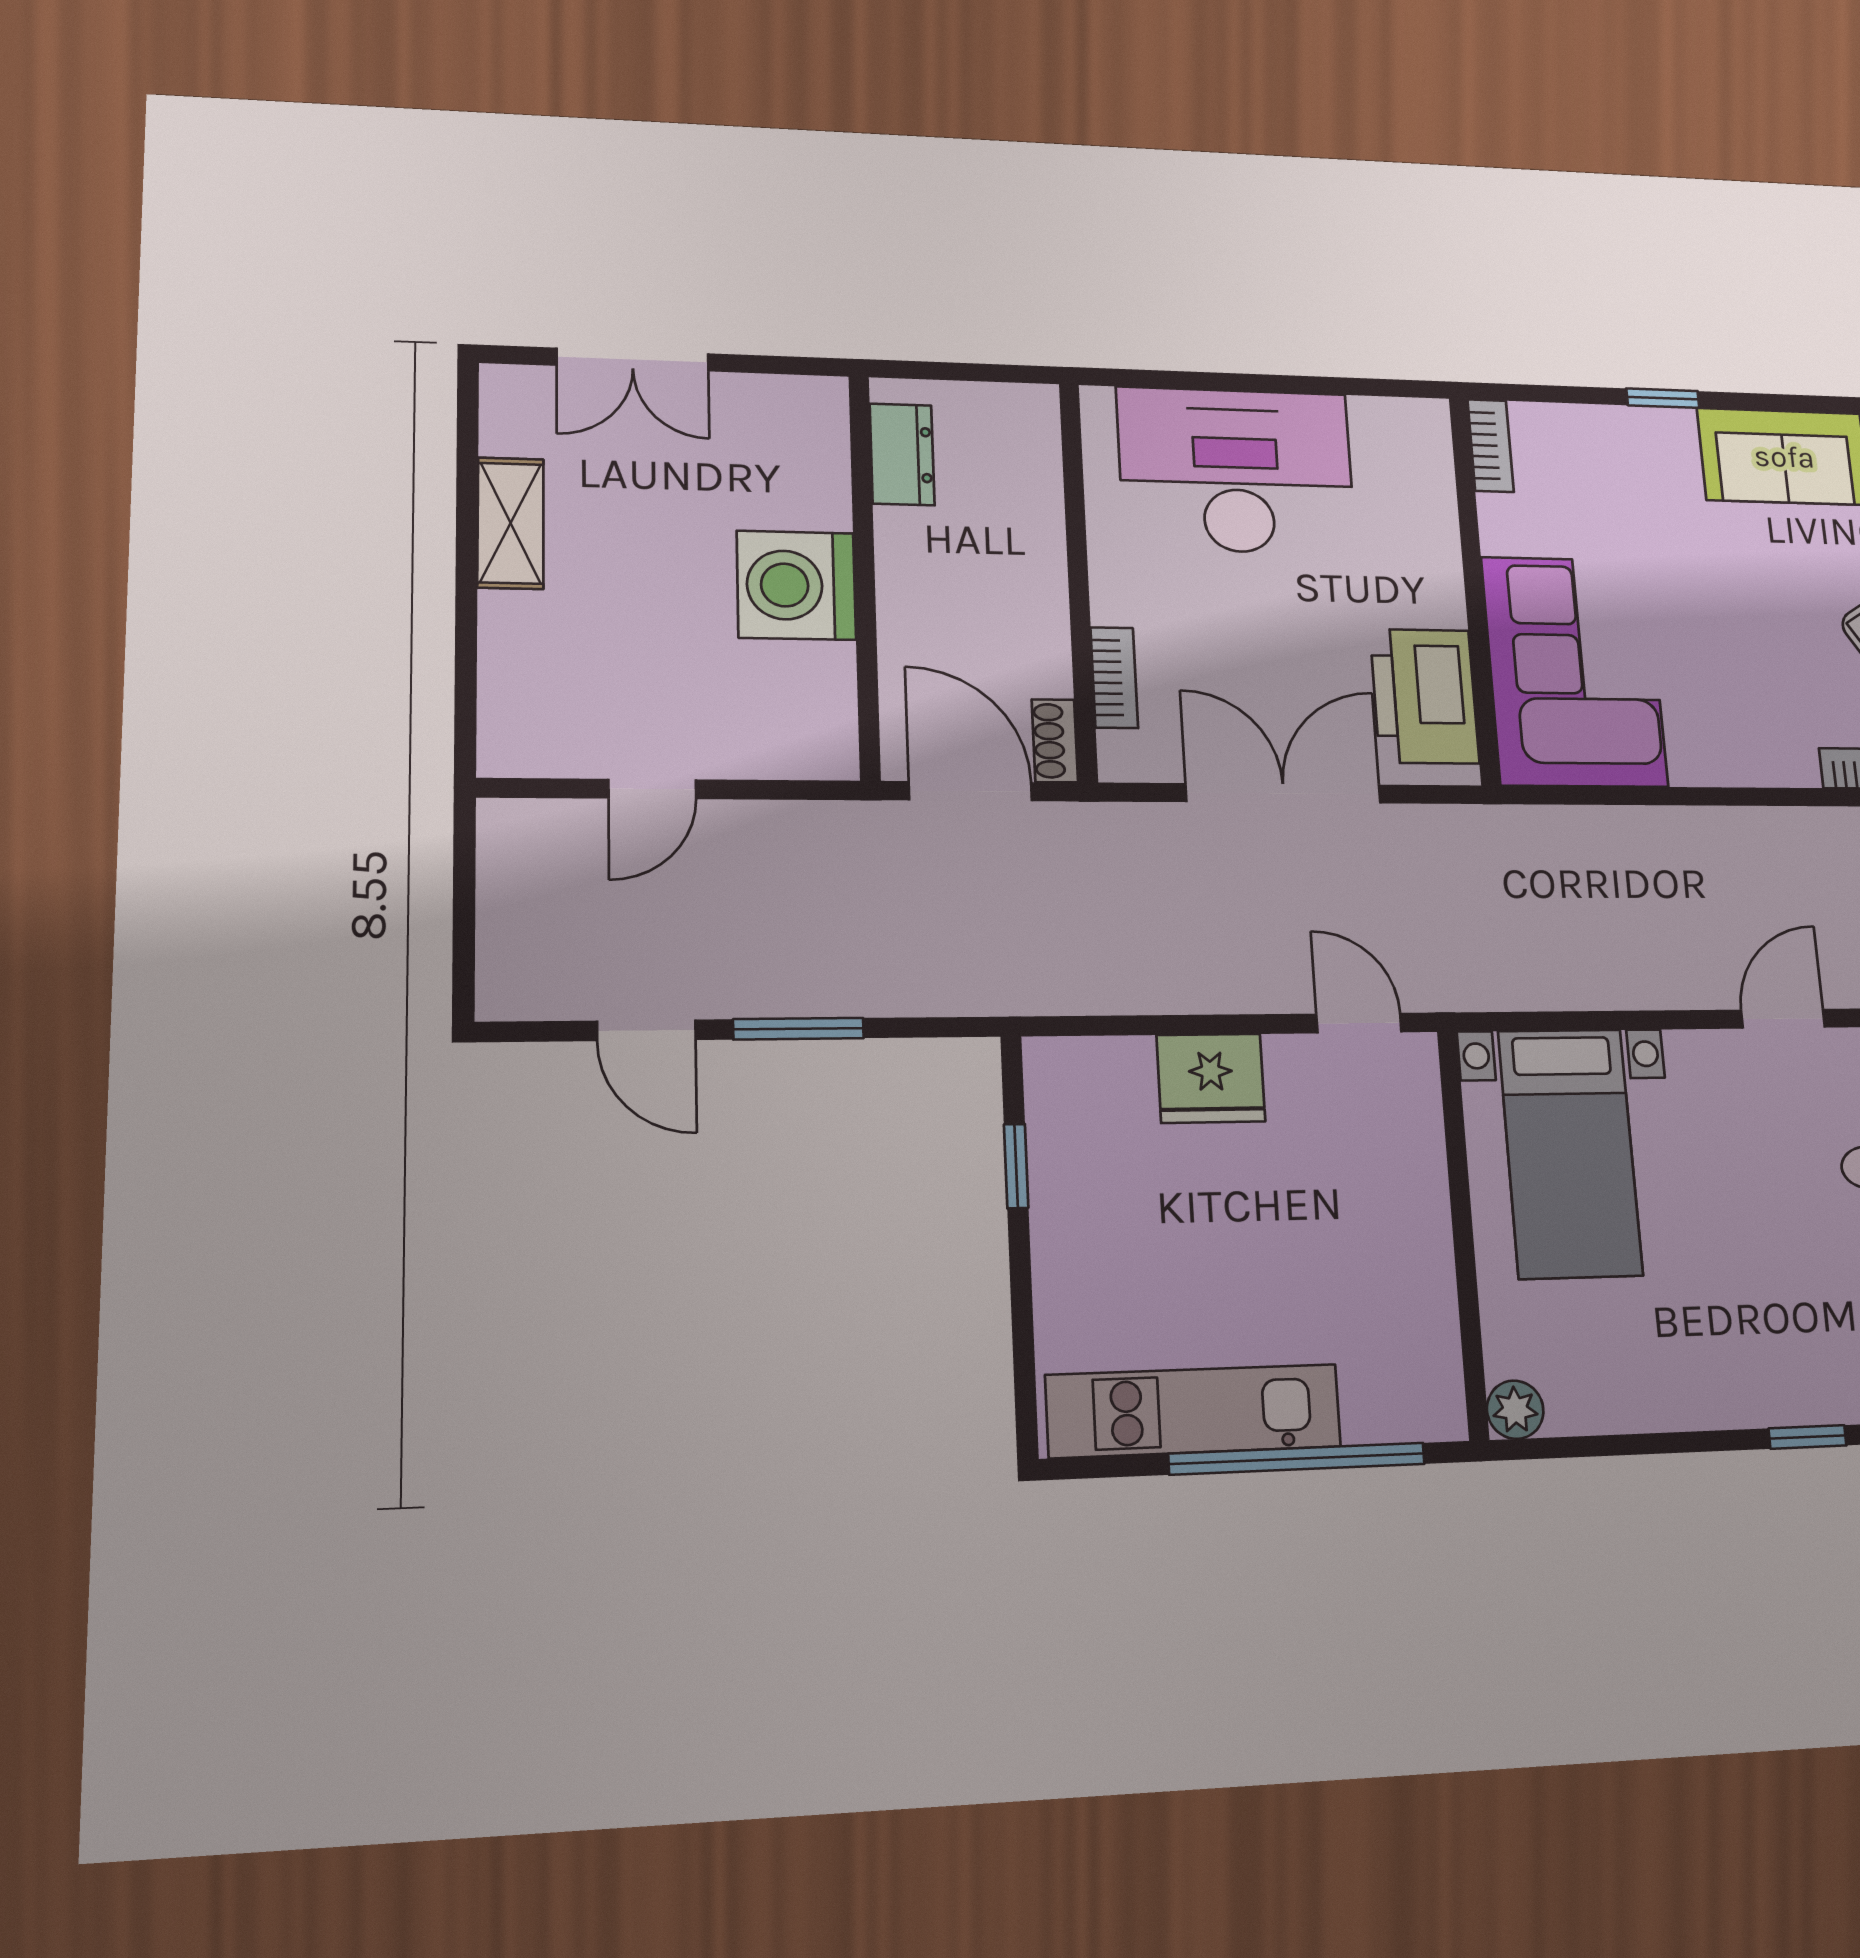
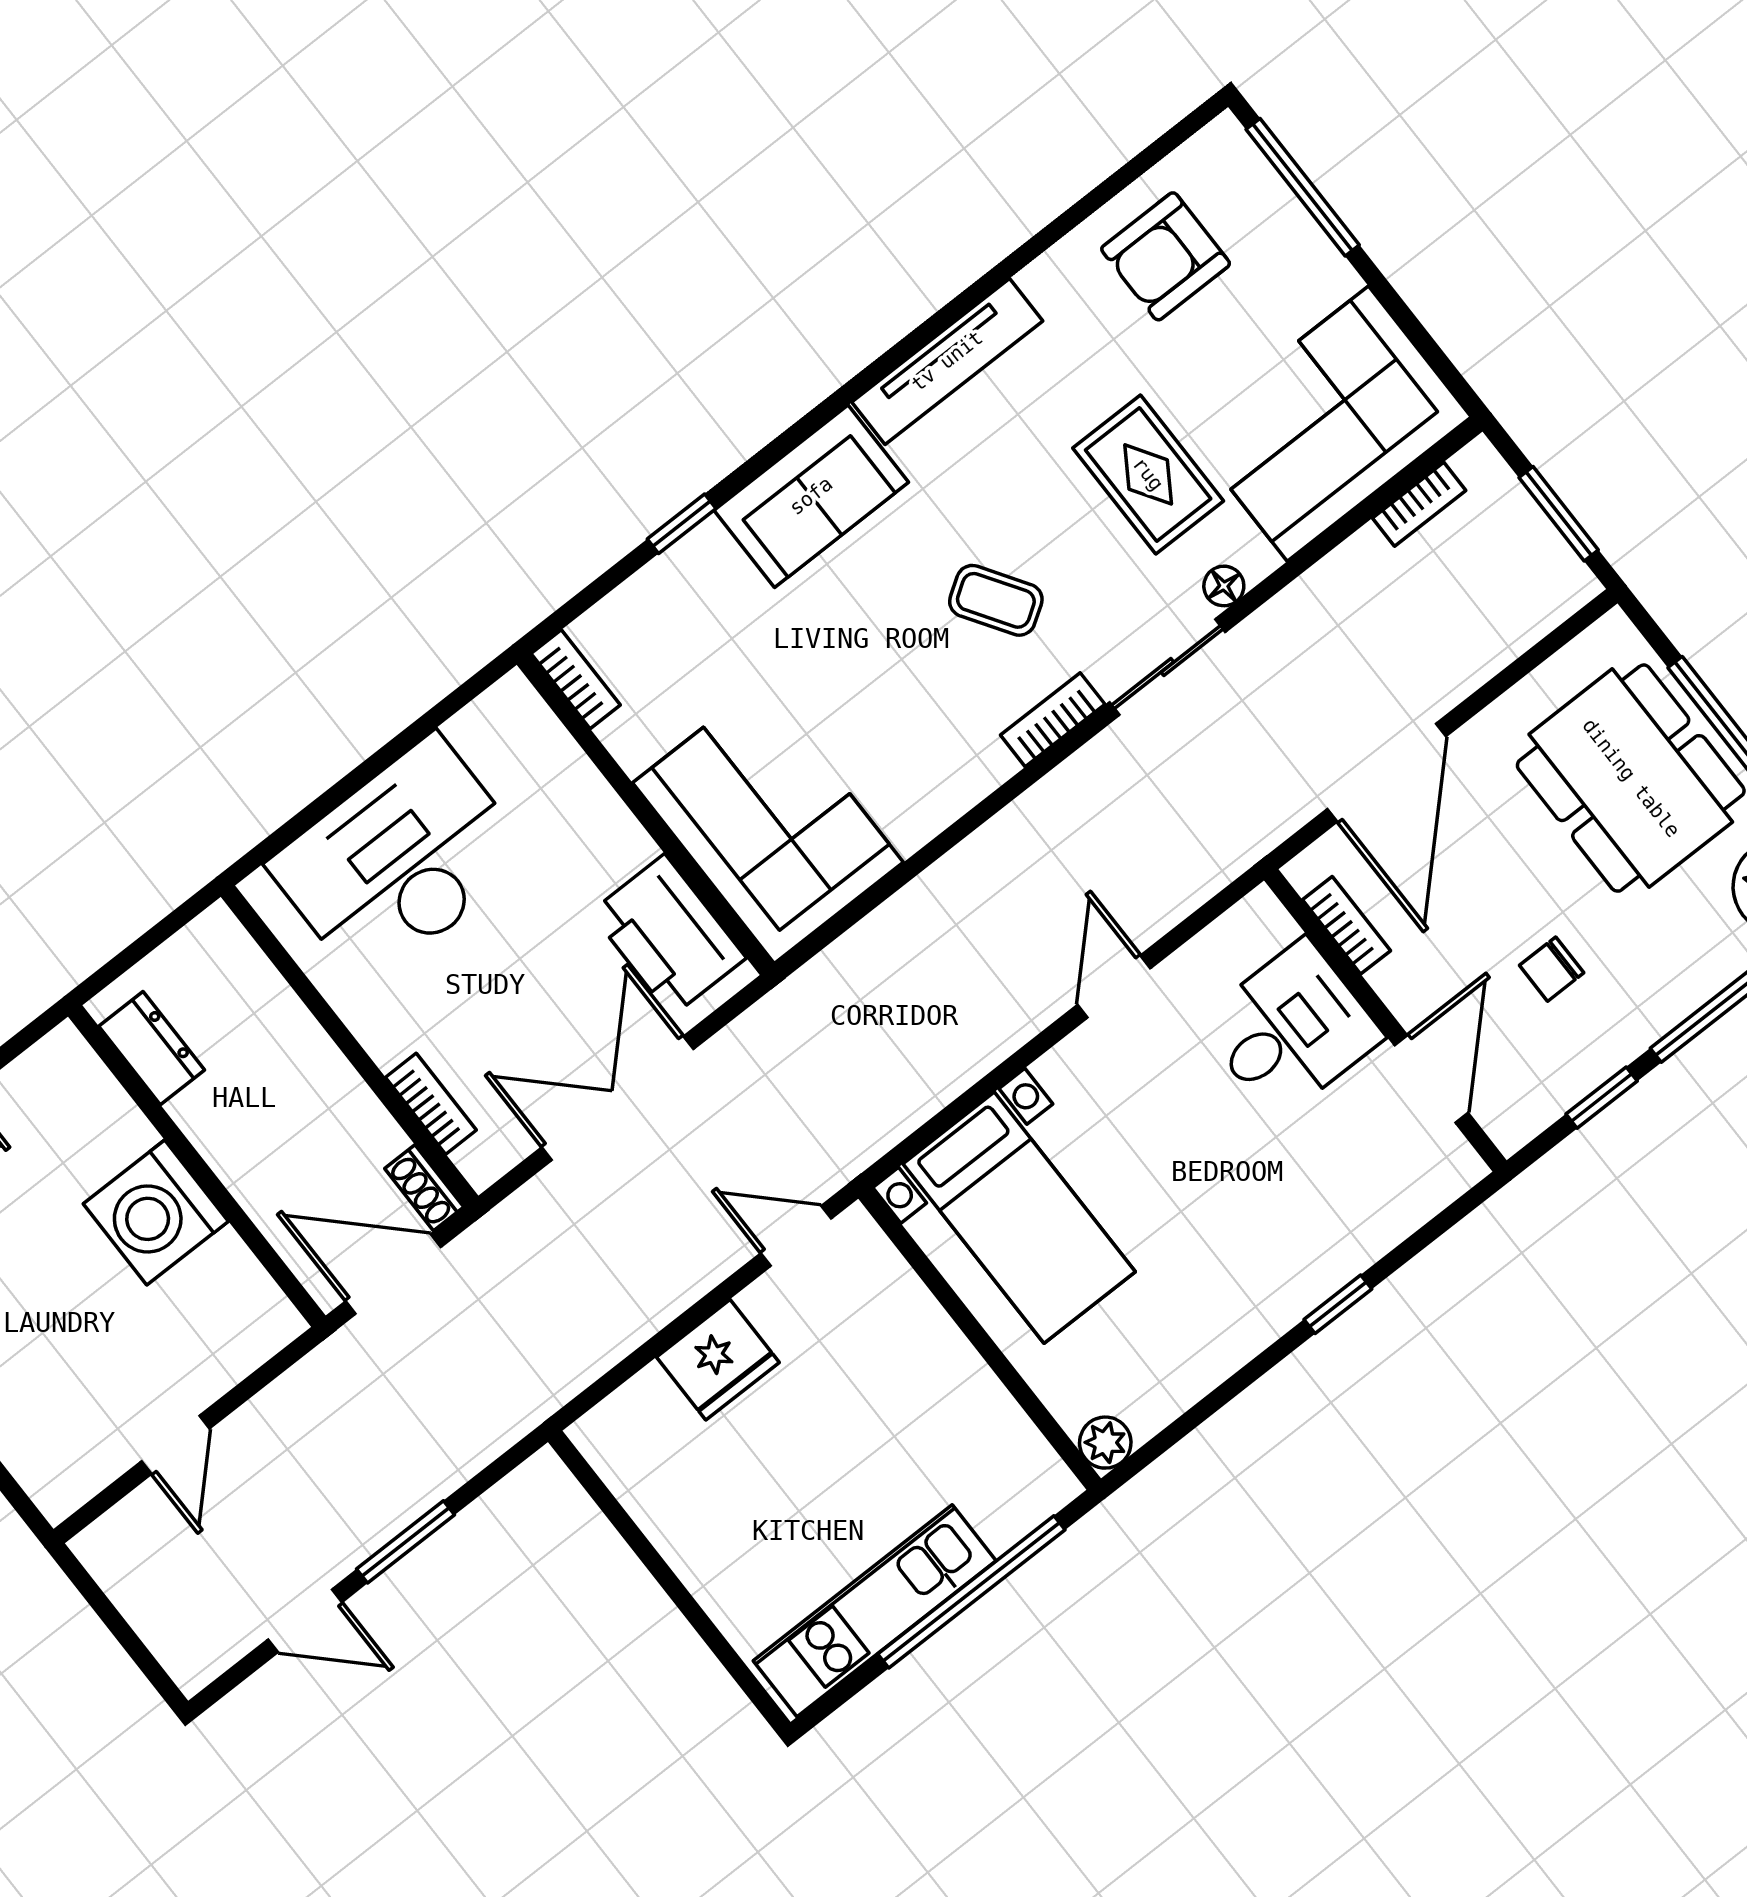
window: (1016, 1166) -> (627, 1528), removed

